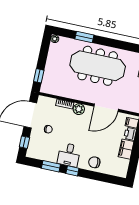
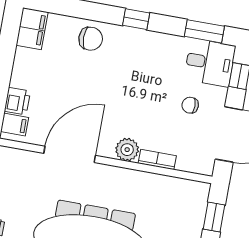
filing cabinet: (126, 149) -> (32, 29), moved
desk: (69, 155) -> (210, 63), moved, turned 90
window: (51, 166) -> (204, 31), moved

